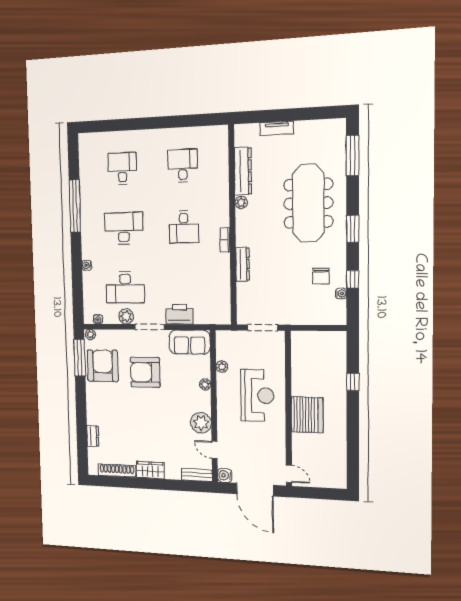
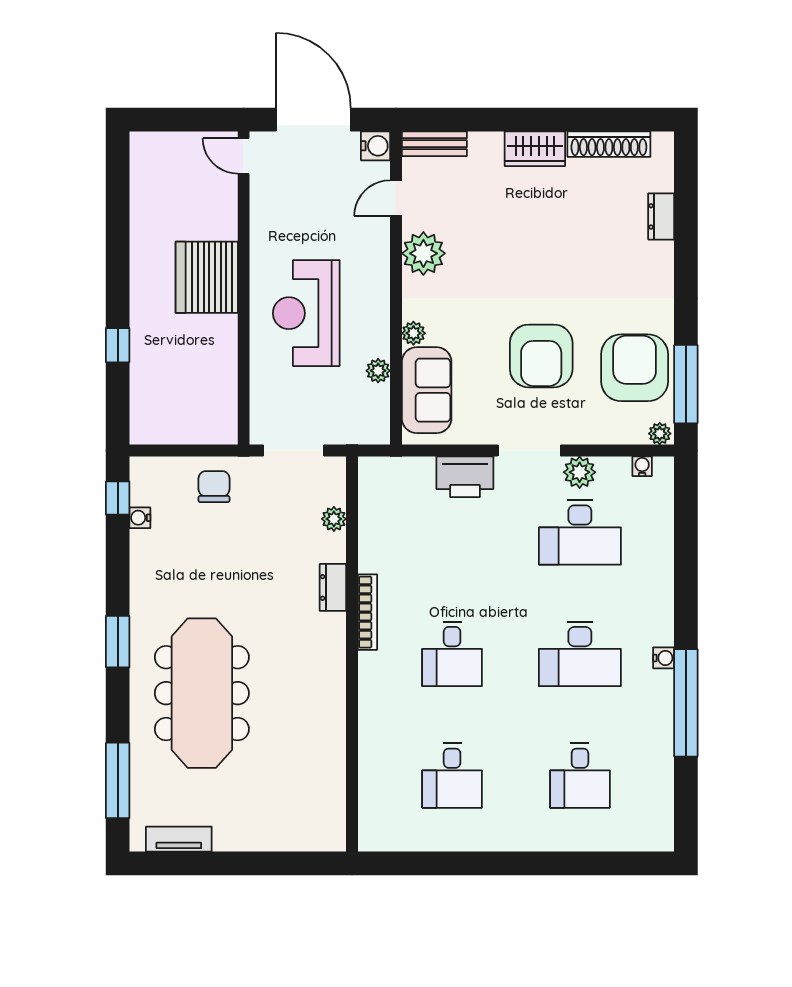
tv unit: (277, 128) -> (179, 839), moved
dresser: (243, 171) -> (330, 760), removed
plant: (241, 202) -> (334, 519), moved
desk: (184, 227) -> (452, 654), turned 180
bookcase: (225, 240) -> (368, 612), width x1.56
dresser: (242, 264) -> (333, 587), width x0.70
water cooler: (87, 265) -> (664, 658), moved
chair: (321, 276) -> (214, 487), moved
window: (353, 279) -> (118, 498), moved
desk: (125, 287) -> (580, 532), turned 180
sofa: (189, 342) -> (427, 390), moved, turned 90
armchair: (103, 366) -> (635, 368), turned 180
armchair: (145, 372) -> (541, 356), turned 90
door: (215, 450) -> (396, 198), swing flipped

